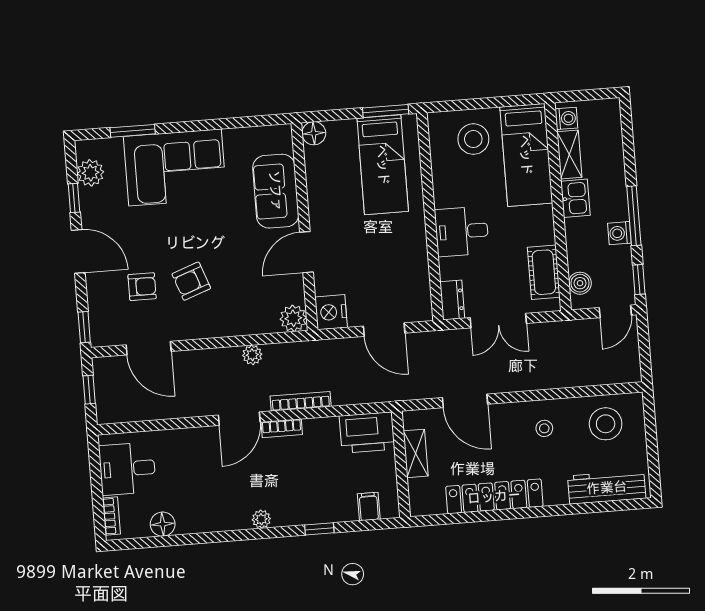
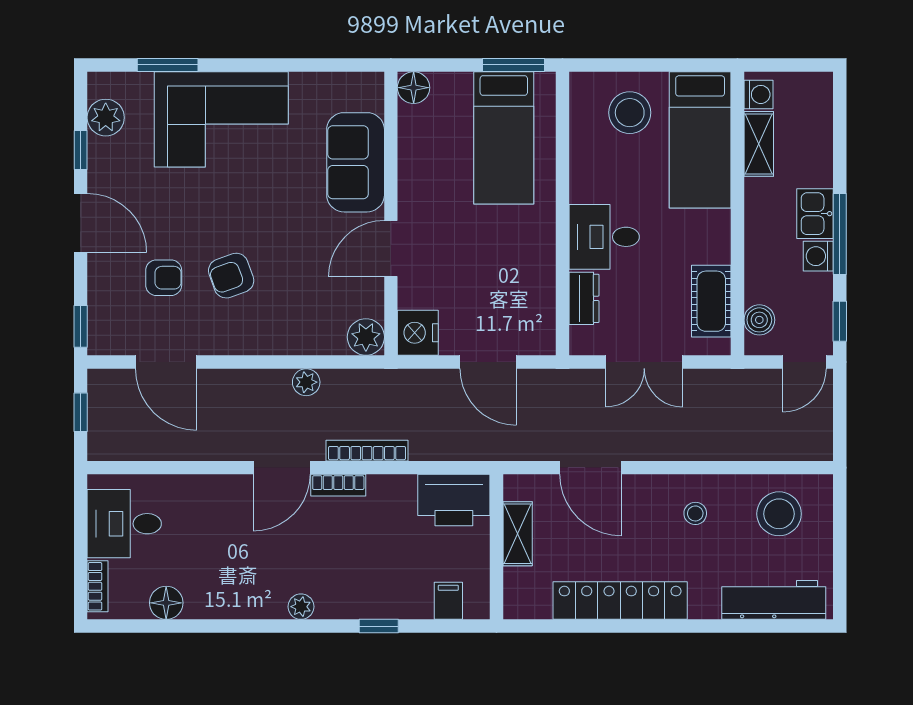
kitchen sink: (575, 198) -> (815, 214), moved, turned 180
dresser: (452, 300) -> (584, 298), moved

